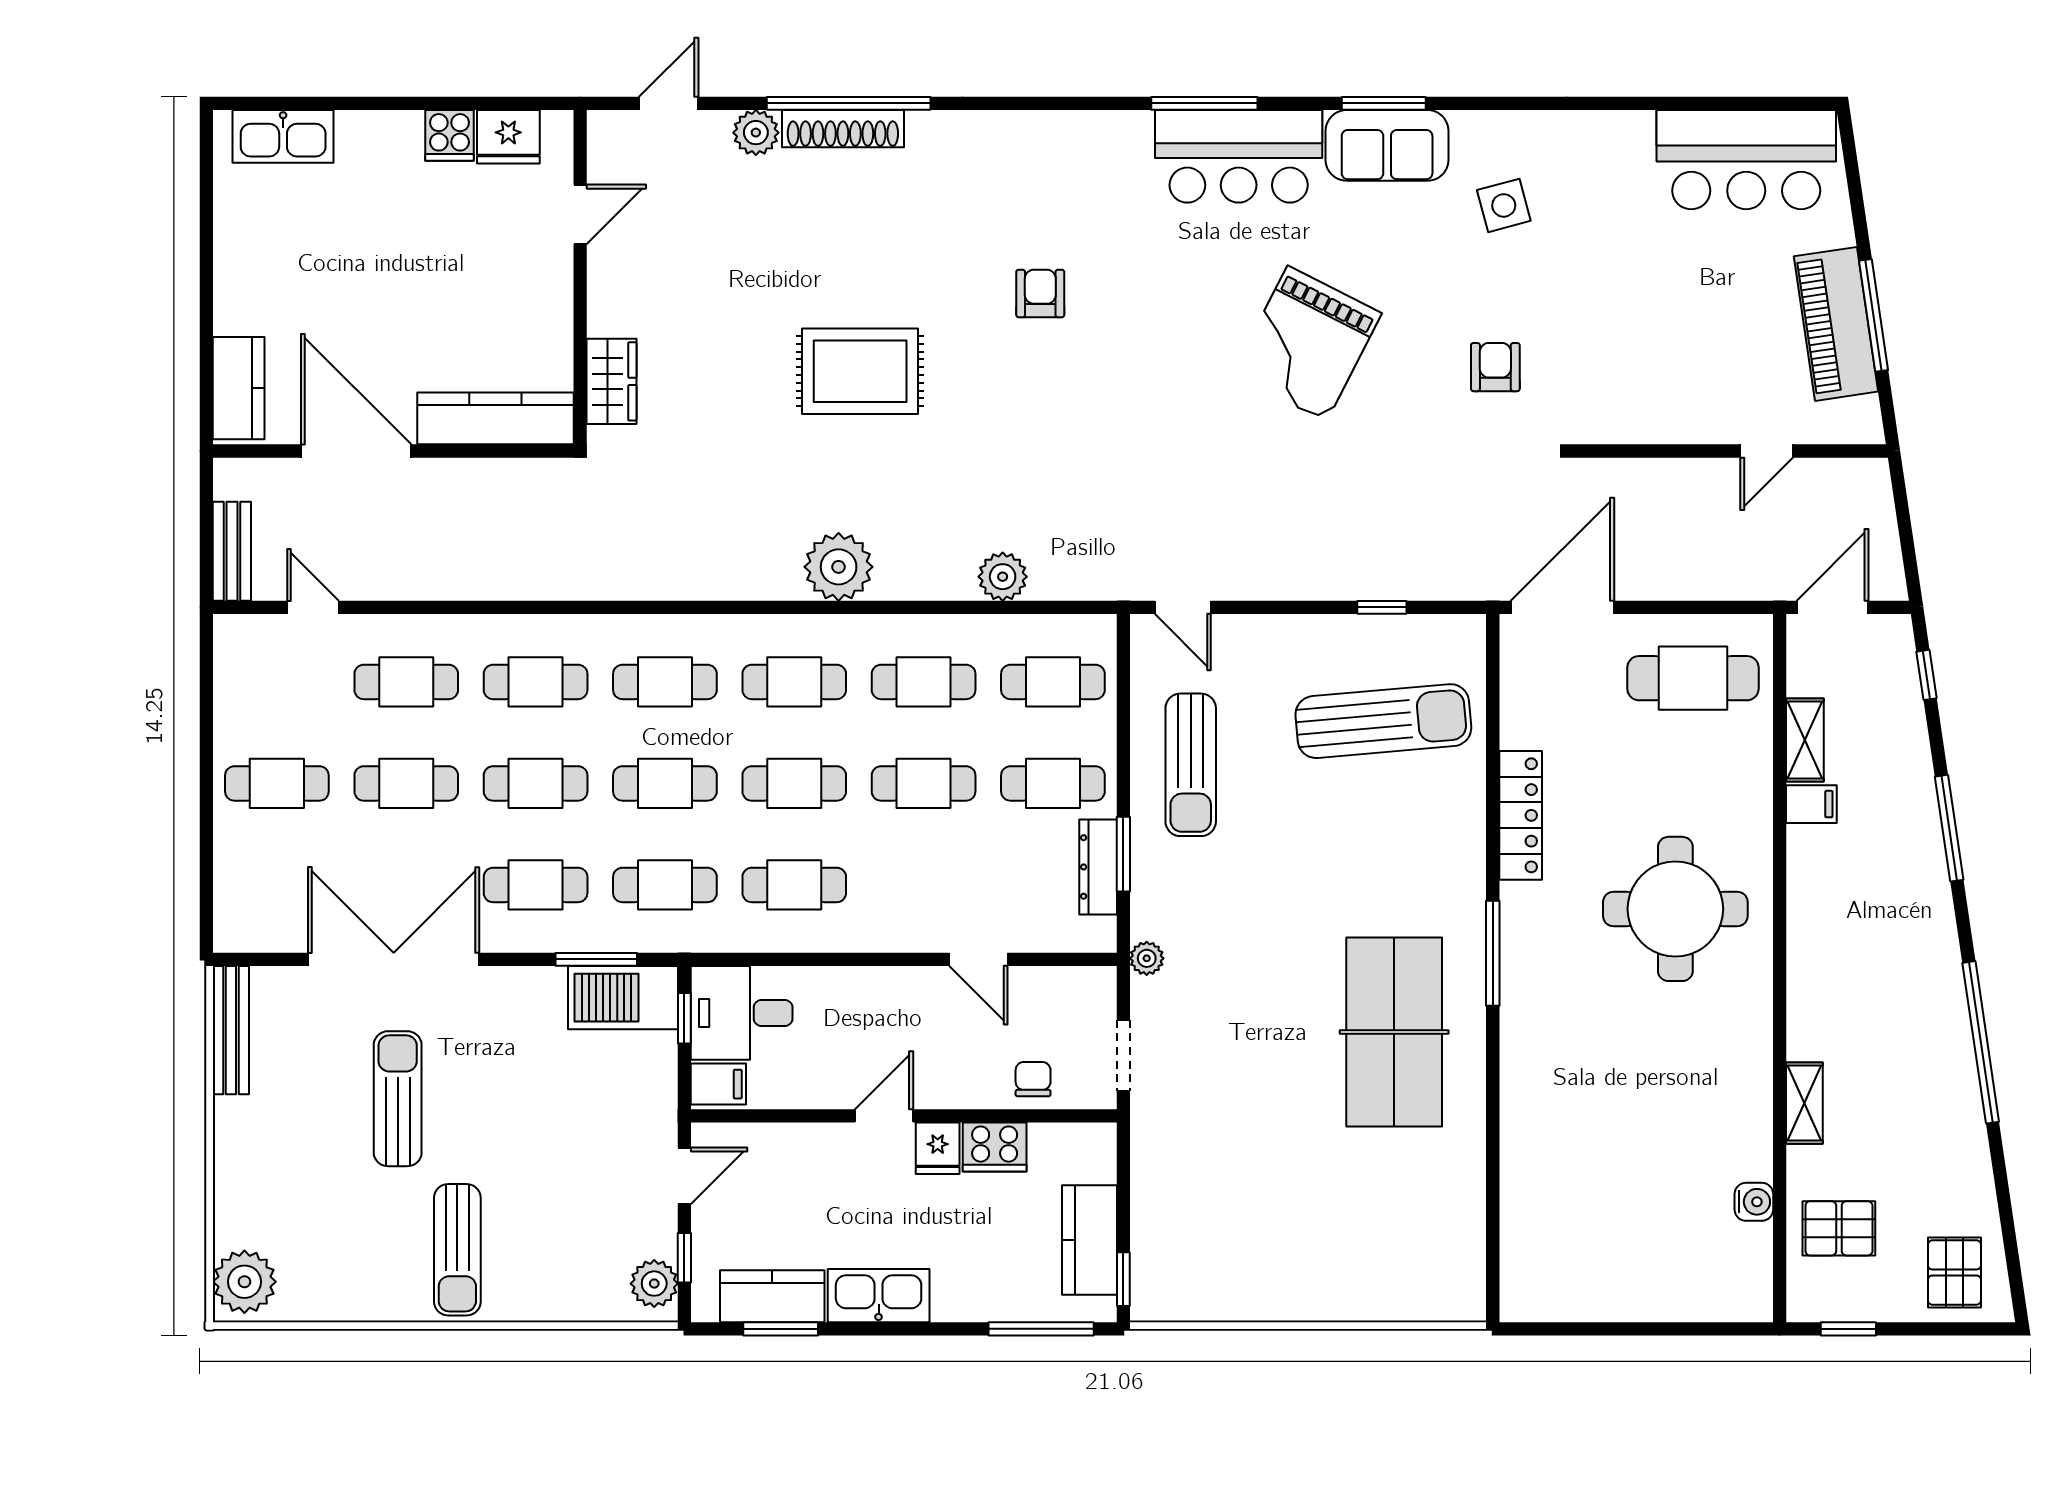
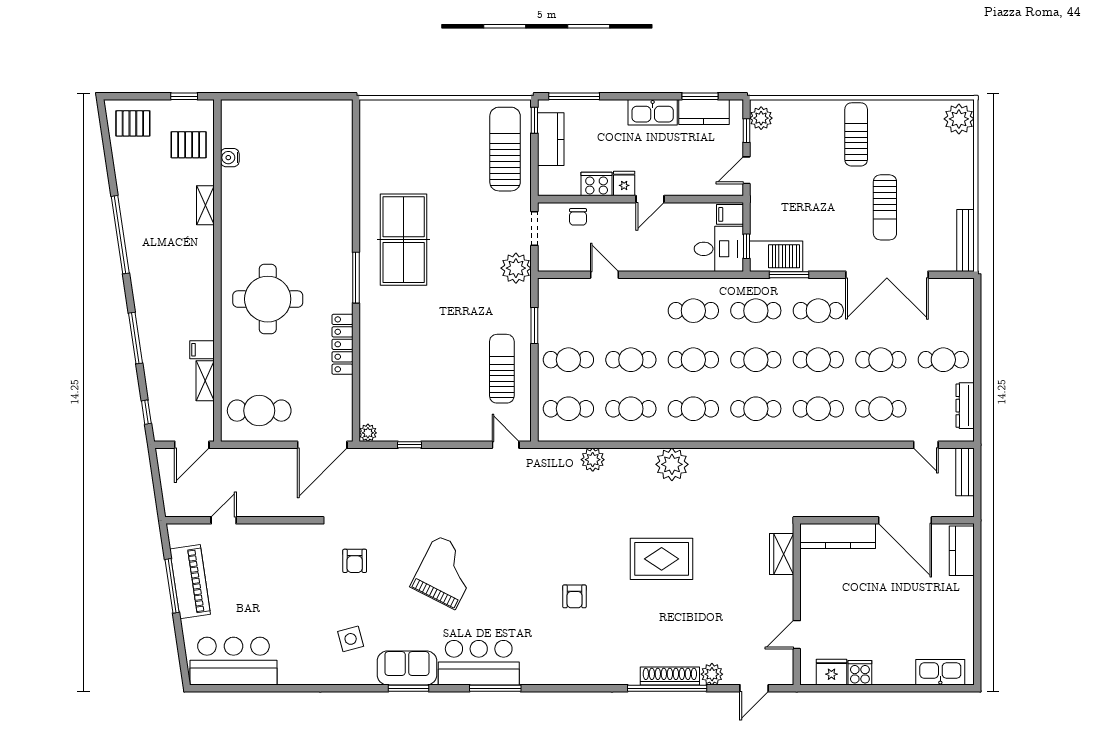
plant: (1468, 632) -> (368, 433), added
sun lounger: (1383, 721) -> (505, 149), moved, turned 95
dresser: (1098, 867) -> (965, 406), moved, turned 180
plant: (1147, 958) -> (516, 268), width x1.88, depth x1.88
pallet: (1954, 1273) -> (133, 123), turned 90

